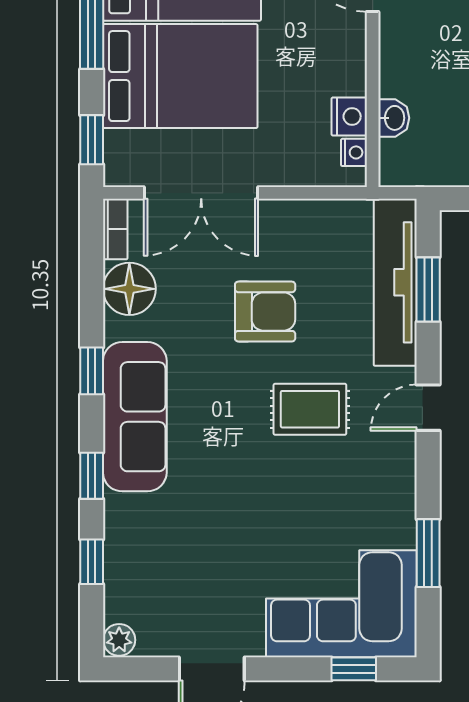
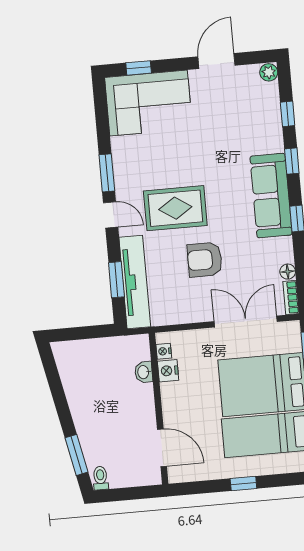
floor lamp: (129, 289) -> (288, 272), width x0.53, depth x0.53
door: (428, 408) -> (111, 215), hinge flipped
rug: (310, 409) -> (175, 208), width x1.36, depth x1.43
window: (428, 553) -> (107, 173), moved

